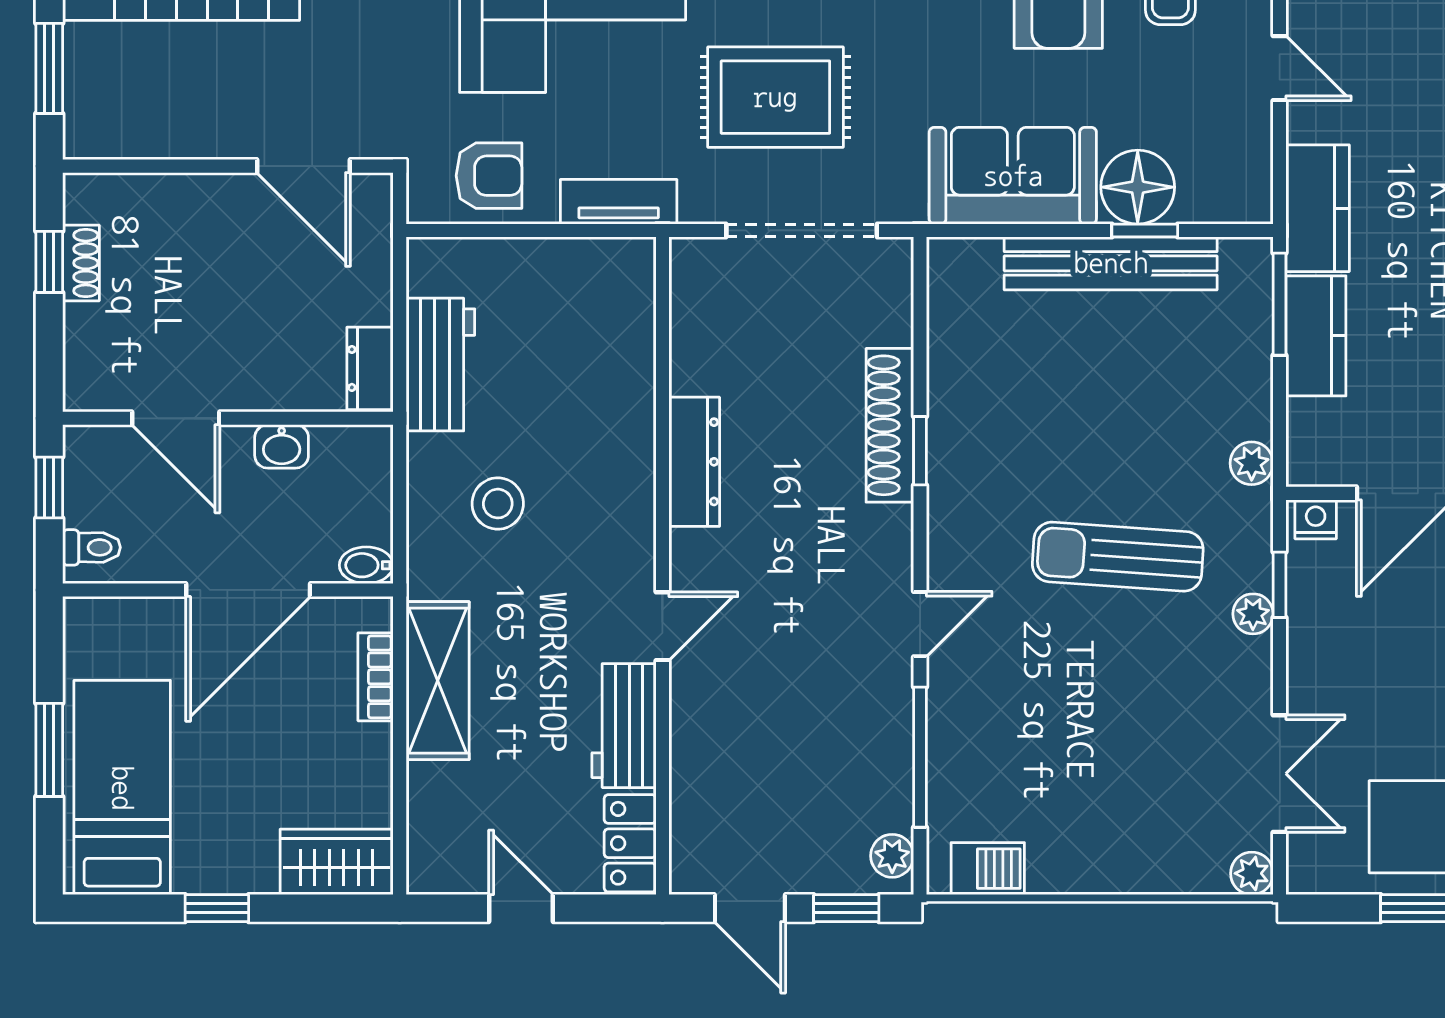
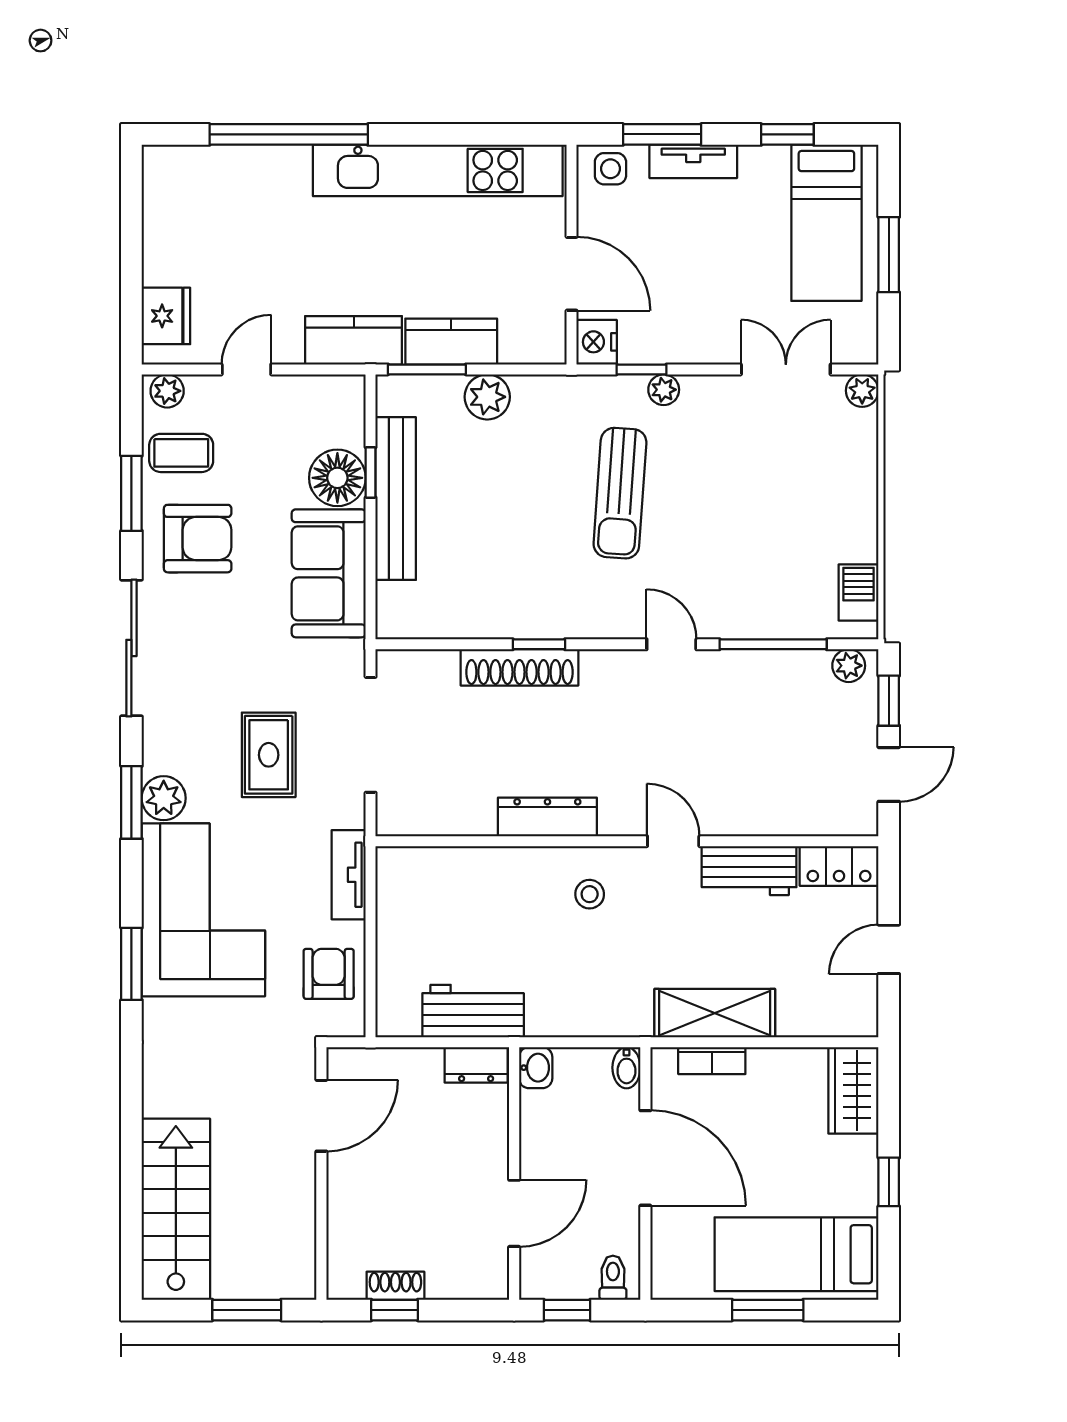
rug: (775, 97) -> (269, 755), width x0.73, depth x0.70
washbasin: (282, 446) -> (536, 1068), moved
plant: (1252, 463) -> (487, 397), moved, width x1.38, depth x1.38
stool: (498, 504) -> (590, 894), moved, width x0.73, depth x0.73
nightstand: (1316, 519) -> (597, 342), width x1.39, depth x1.35

